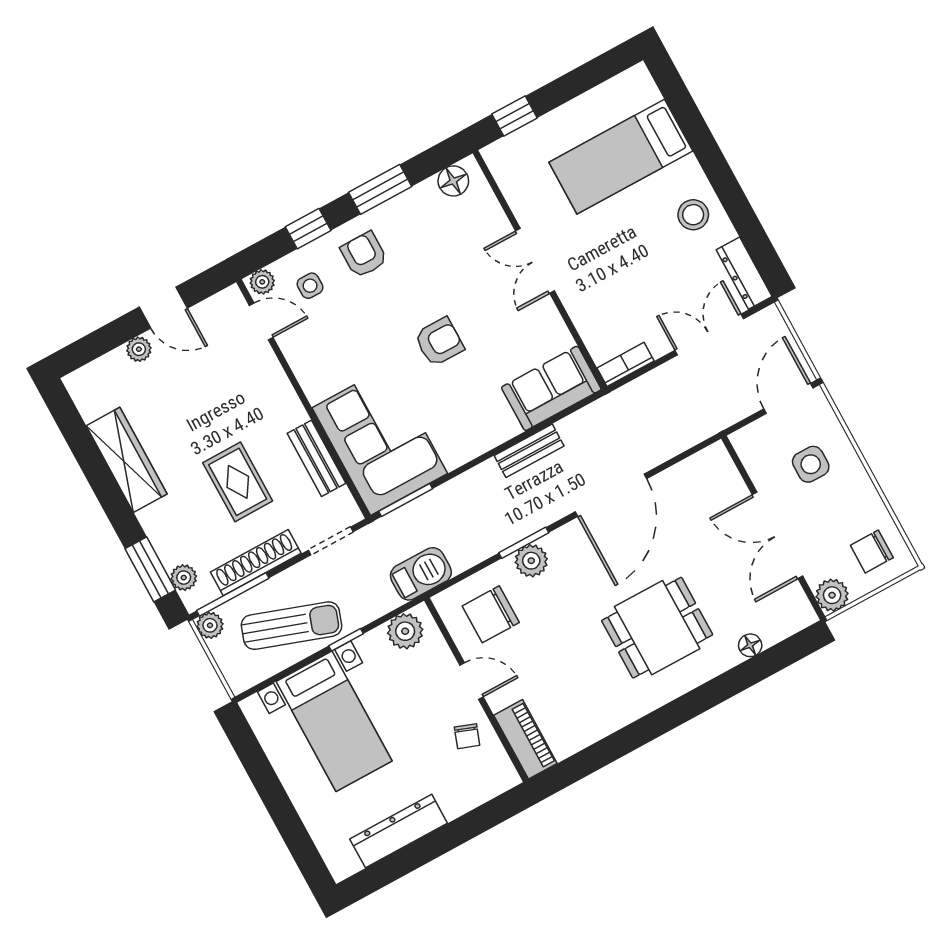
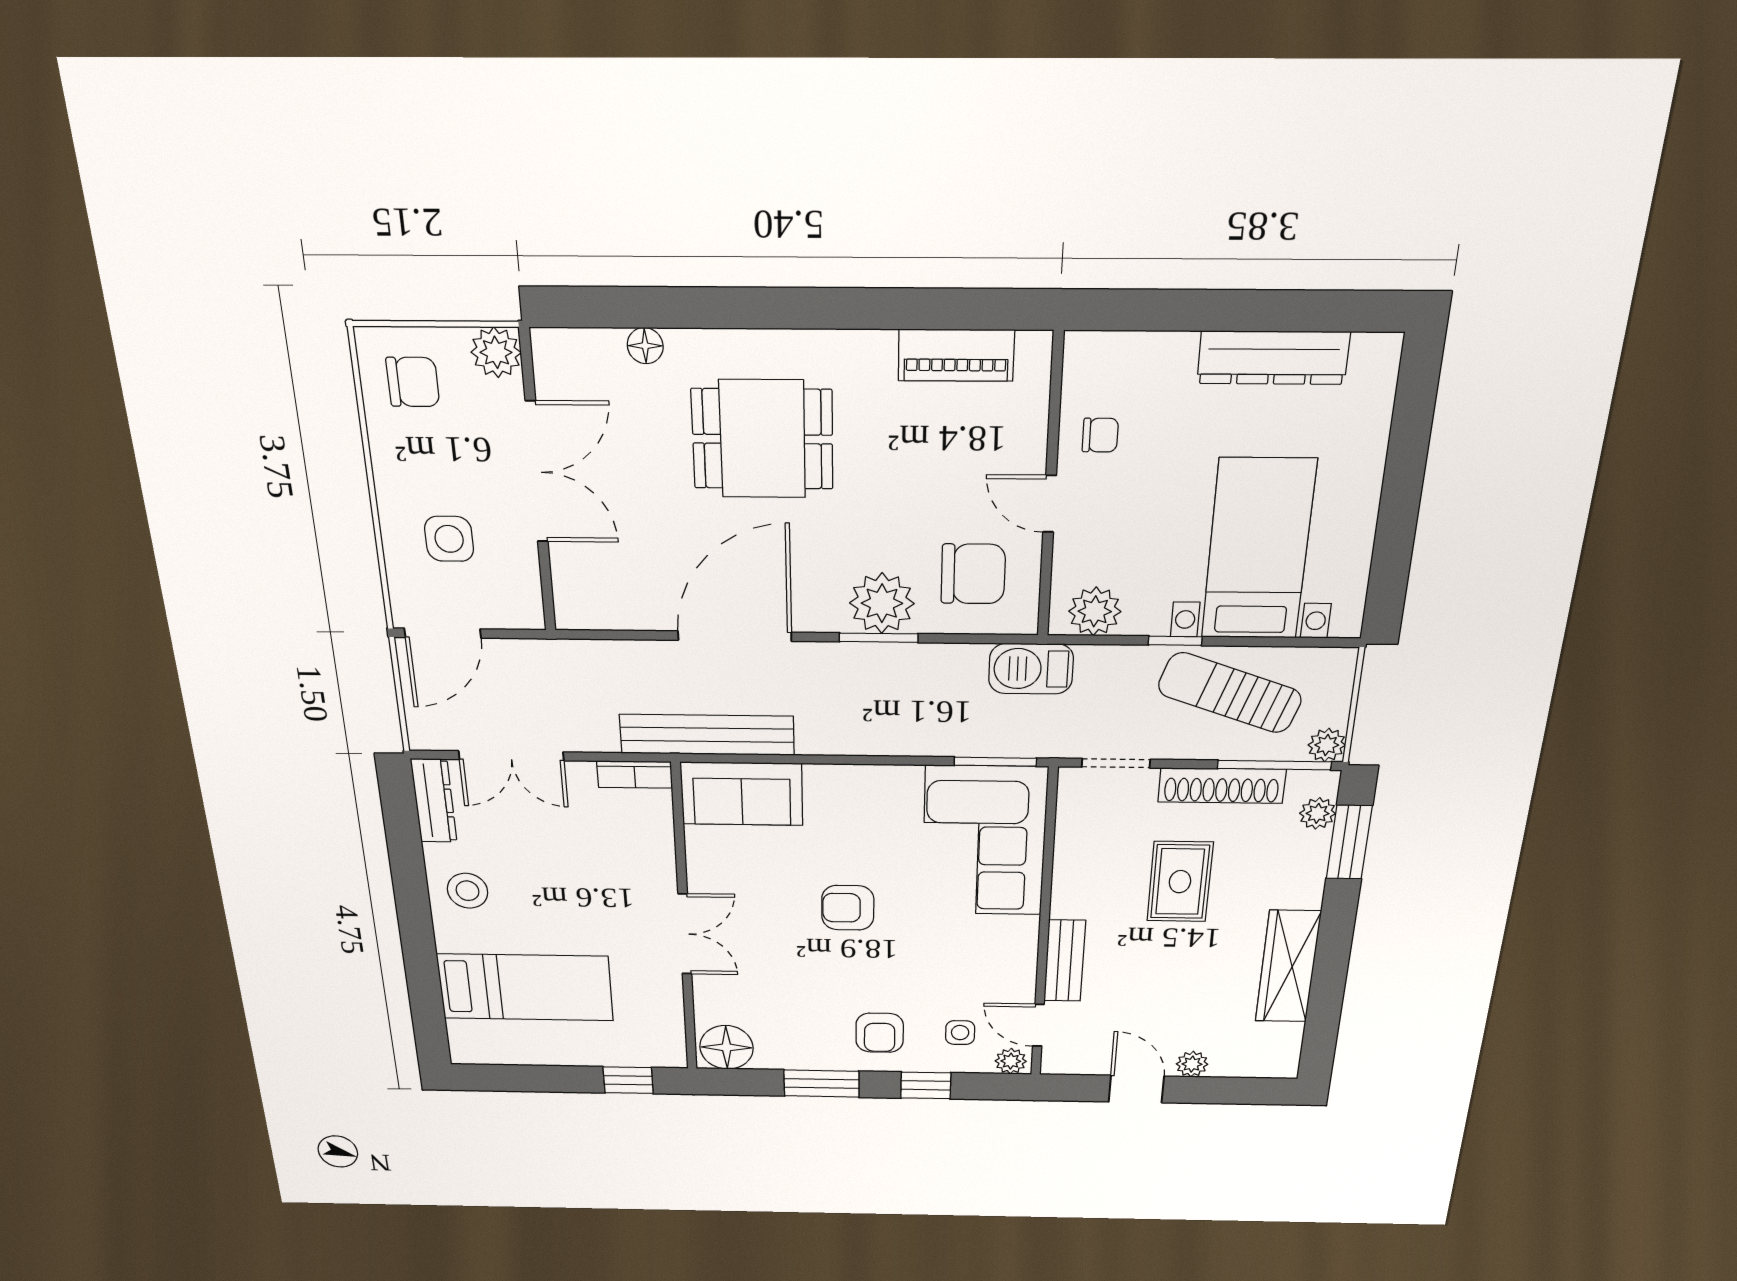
floor lamp: (453, 181) -> (726, 1047), width x1.38, depth x1.38
bench: (529, 451) -> (707, 735), moved, width x1.86, depth x1.21
bench: (317, 458) -> (1065, 961), moved
plant: (531, 561) -> (882, 603), width x1.36, depth x1.36
chair: (467, 736) -> (1100, 435), turned 70
piano: (525, 739) -> (956, 355), moved, turned -90

